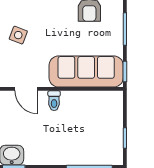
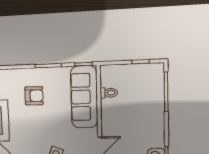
toilet: (54, 101) -> (109, 93), moved

